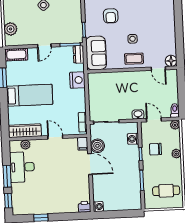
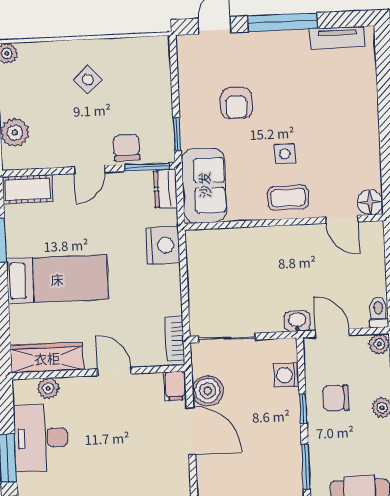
chair: (61, 36) -> (127, 148), added

